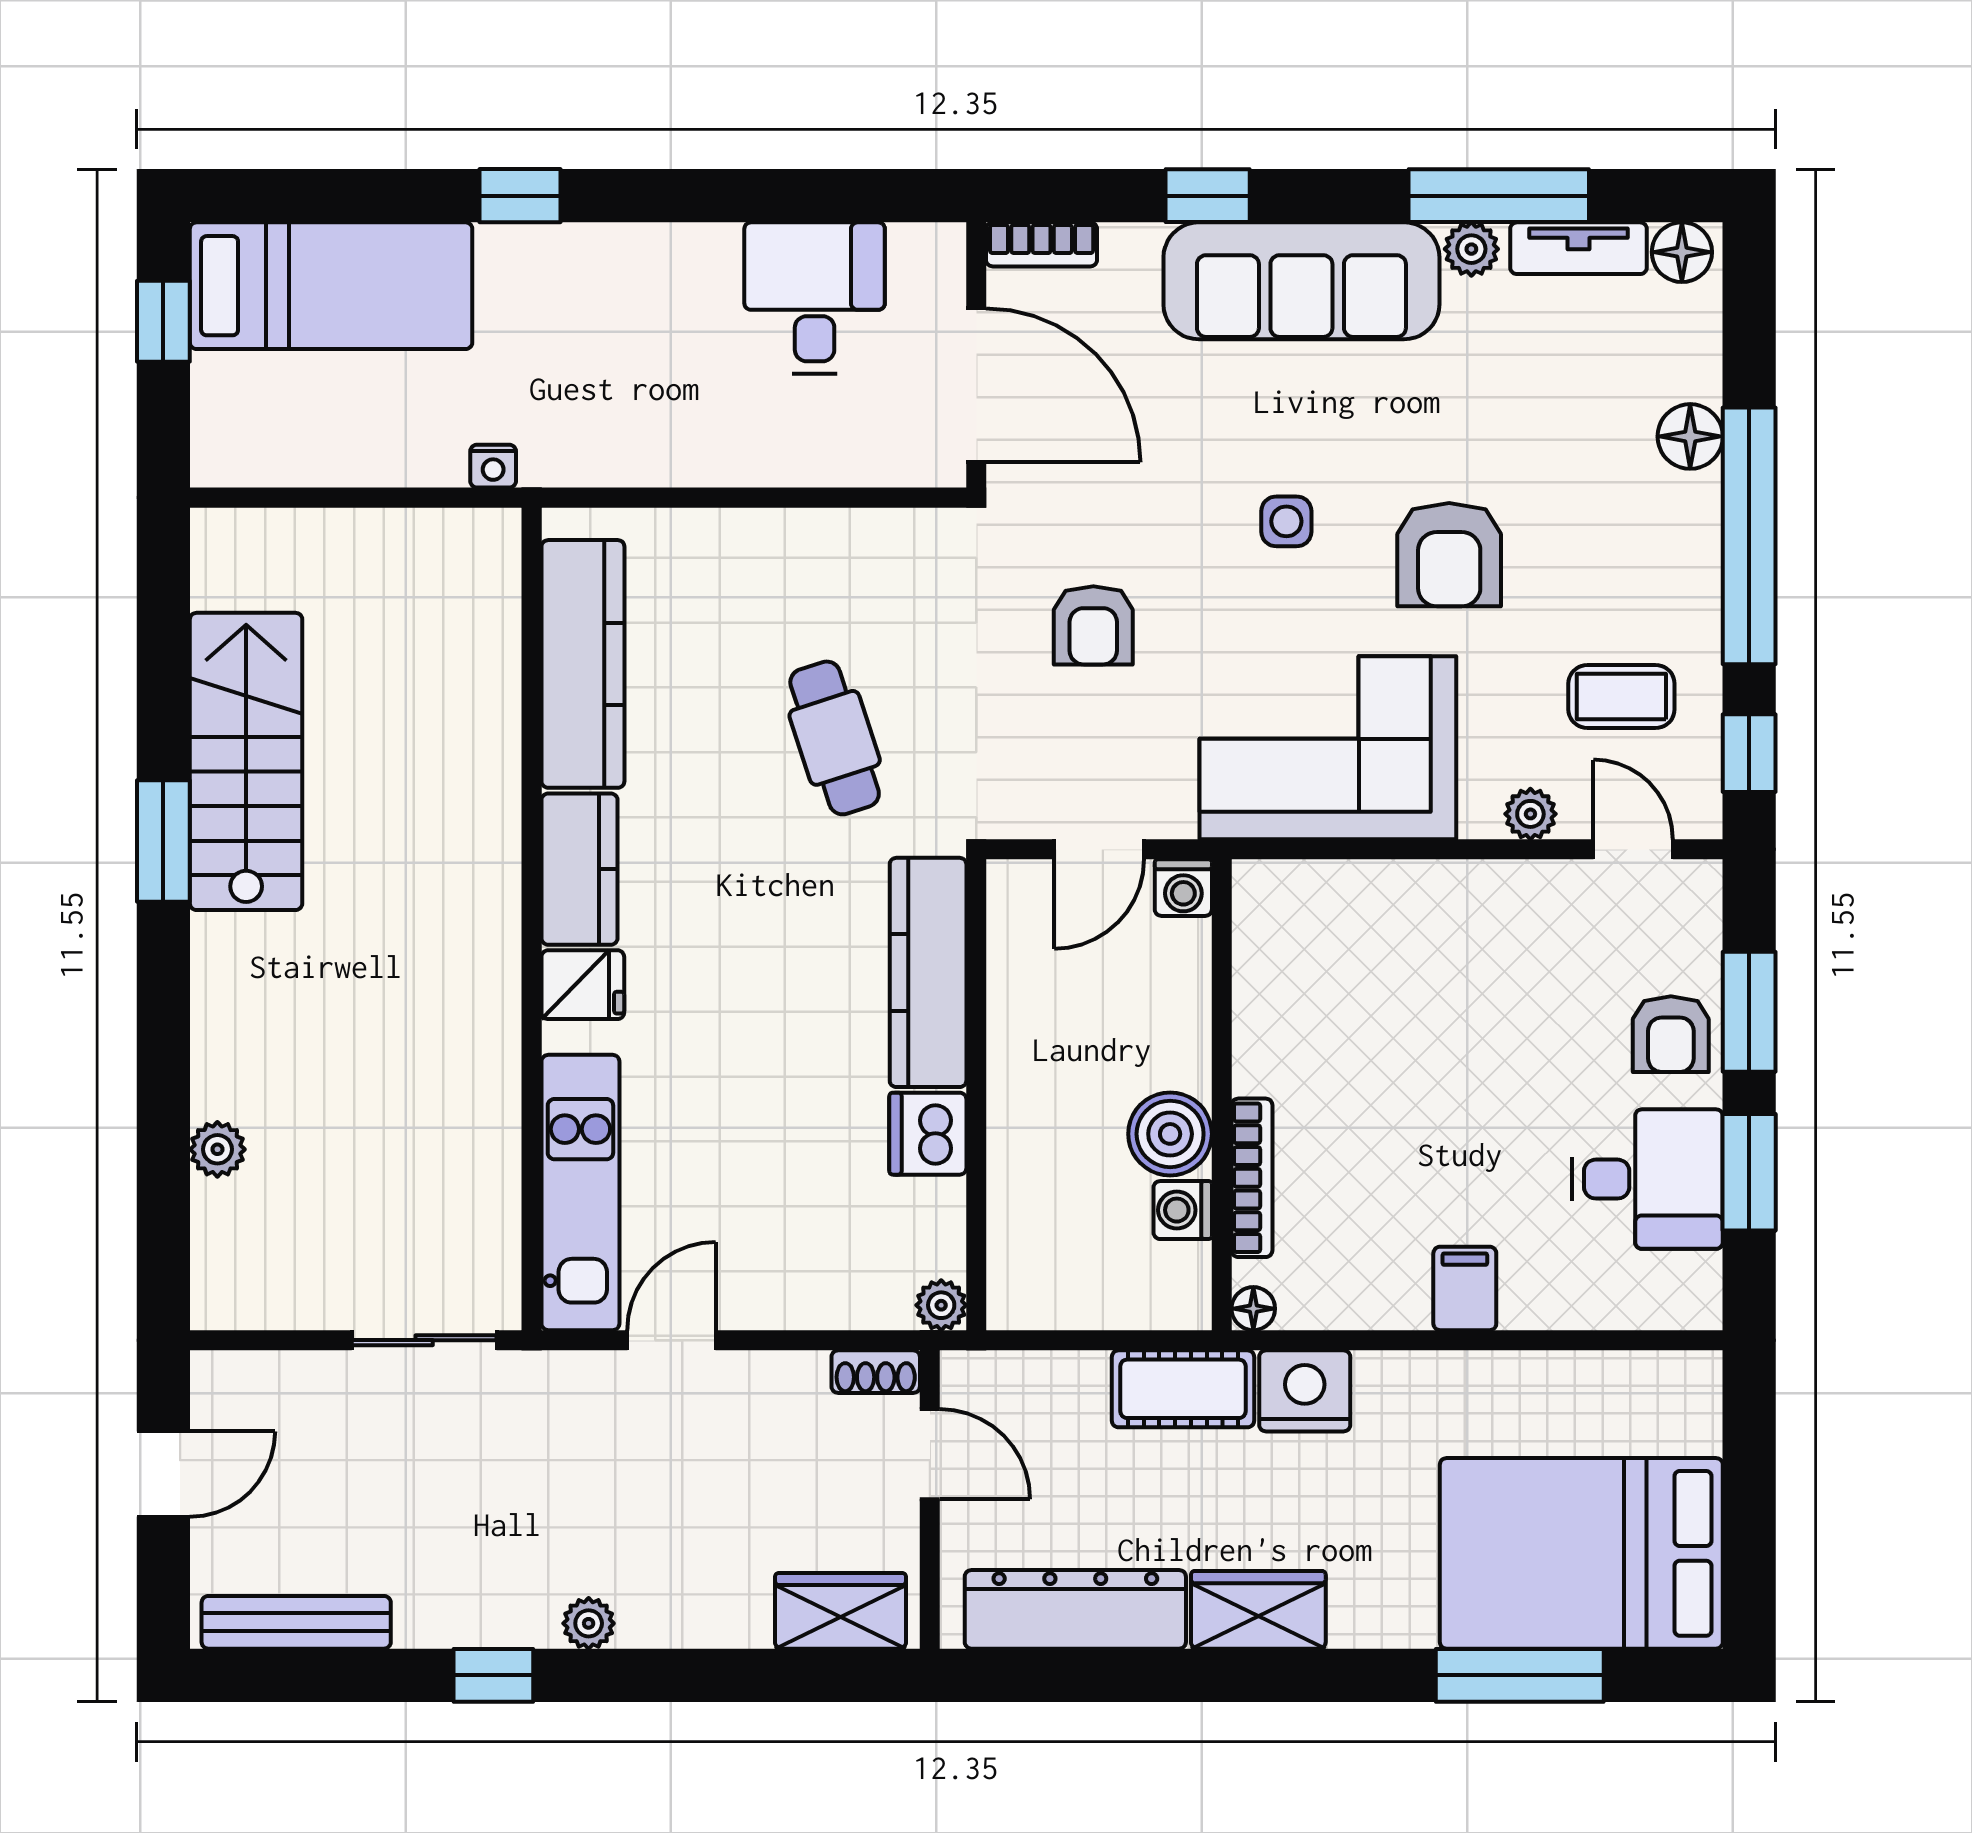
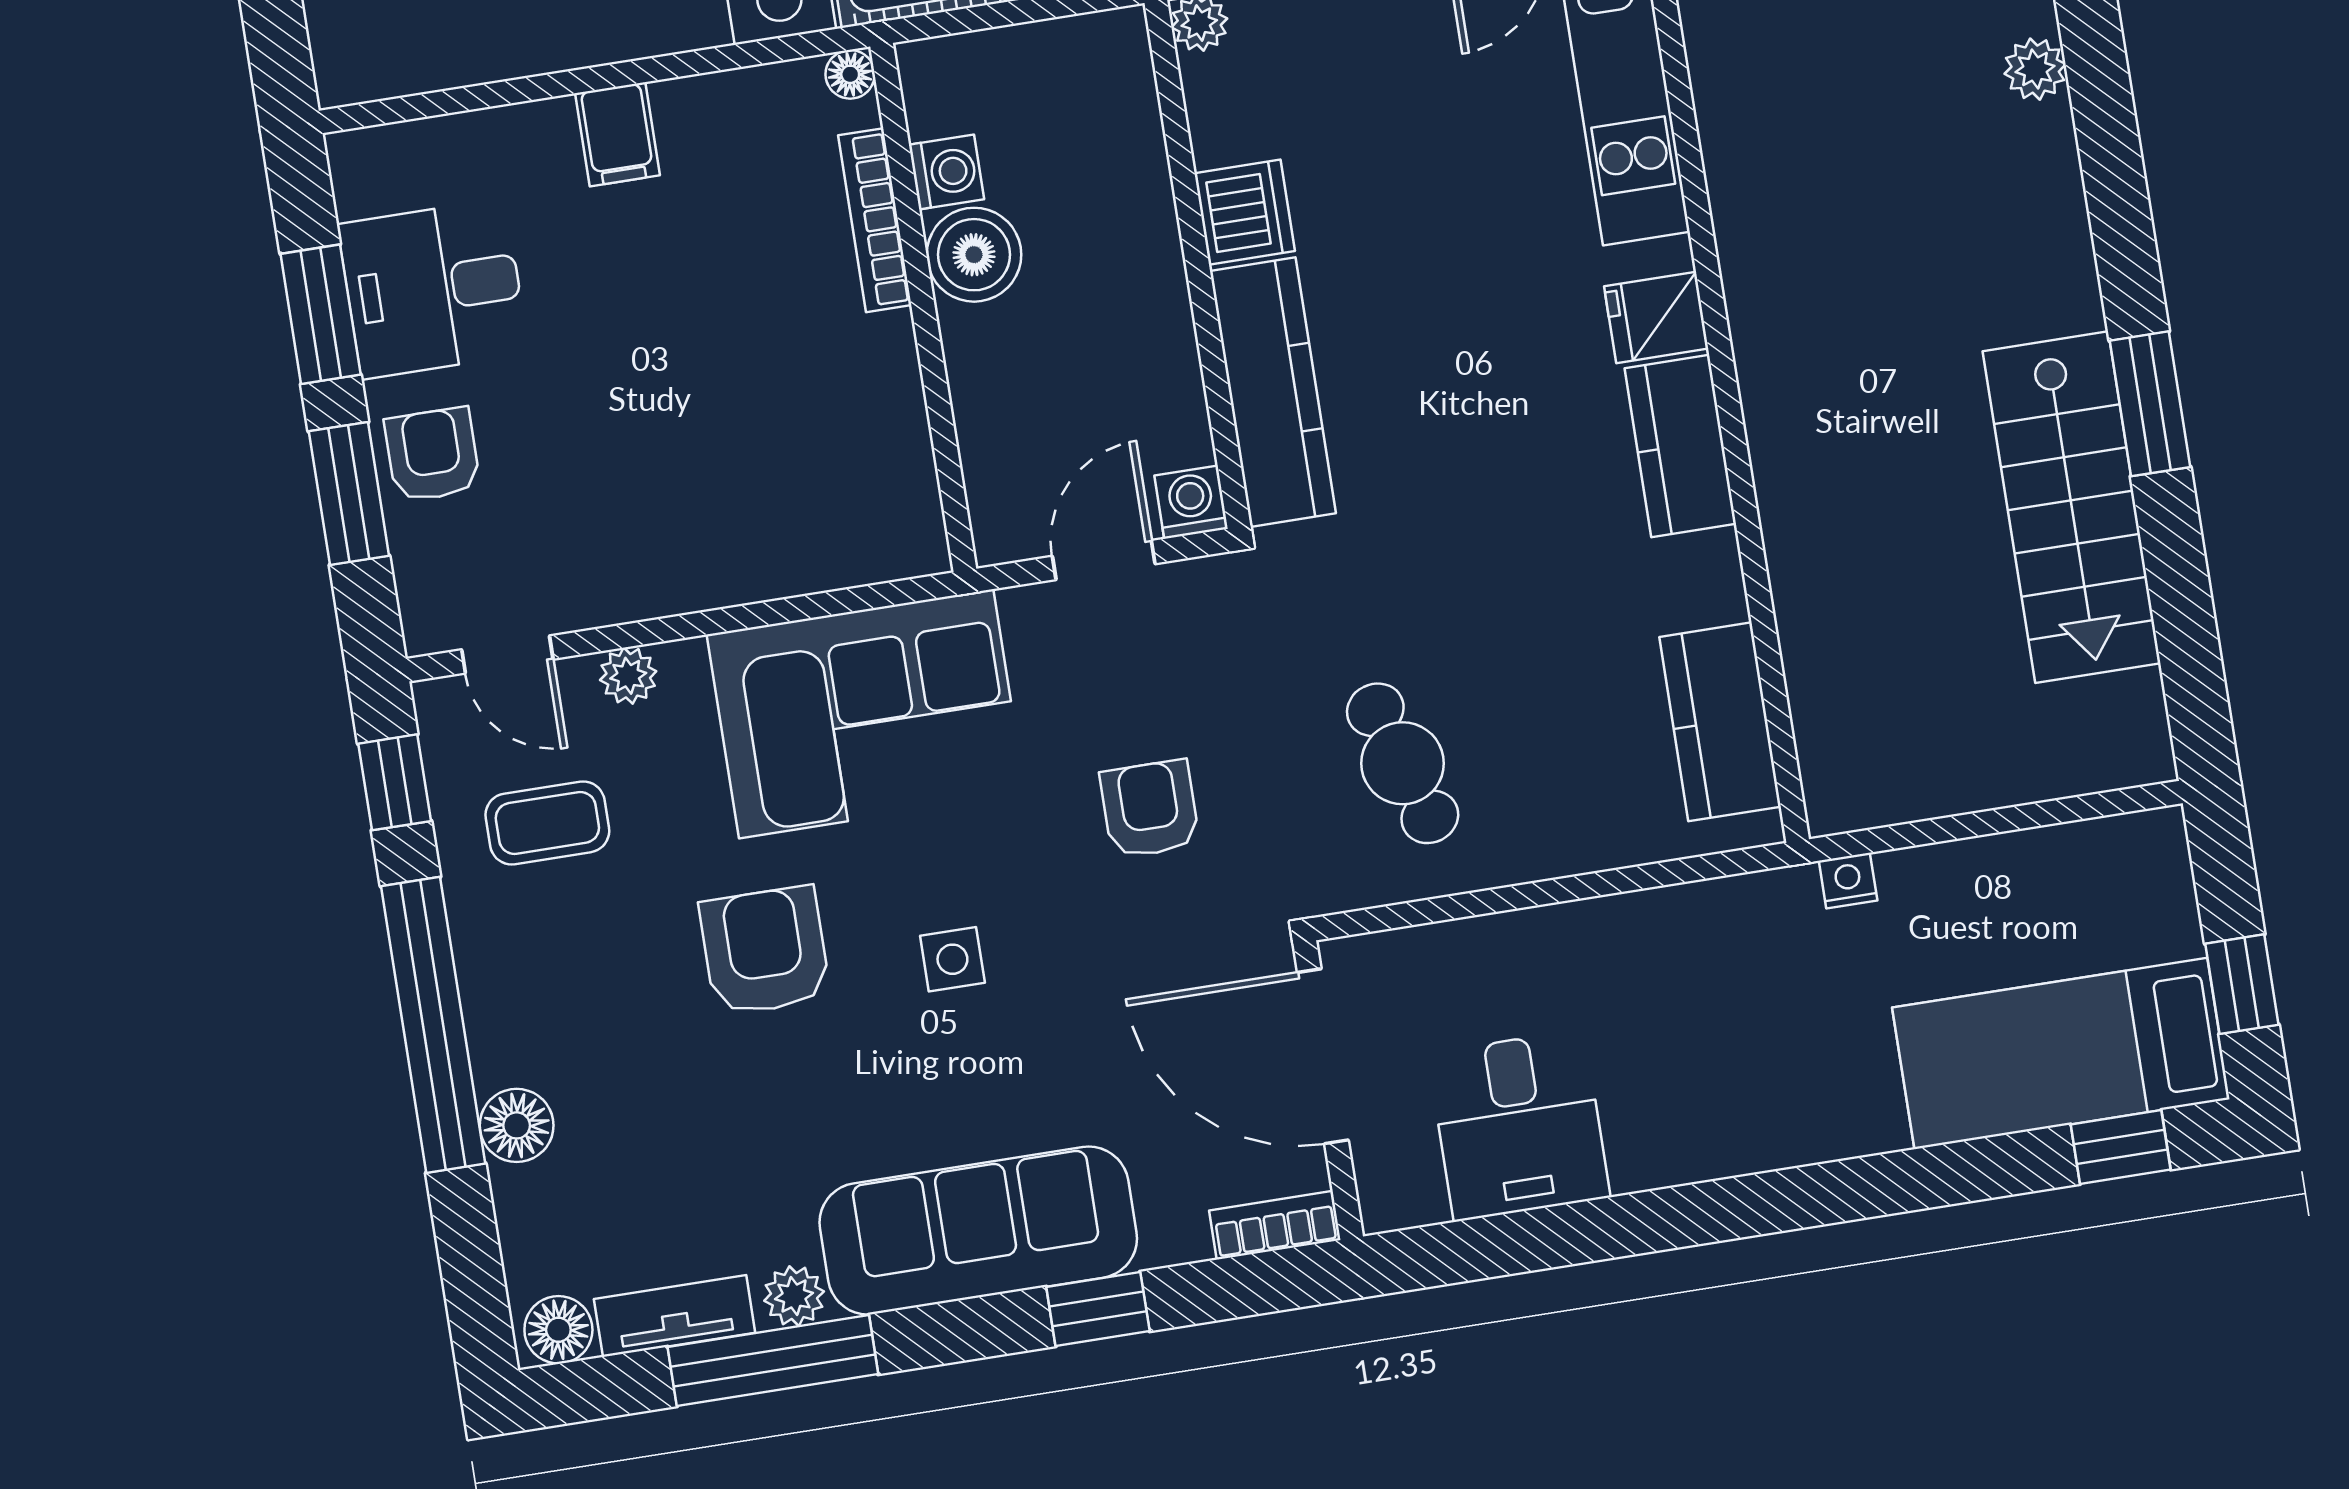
window: (520, 196) -> (2121, 1147), moved
kitchen counter: (583, 664) -> (1720, 722), width x0.67
cafe table: (835, 738) -> (1403, 763), moved
washing machine: (1183, 888) -> (1191, 502), moved

